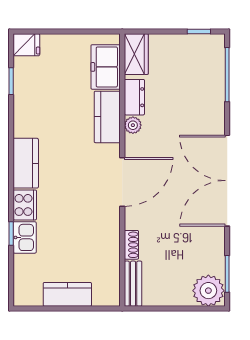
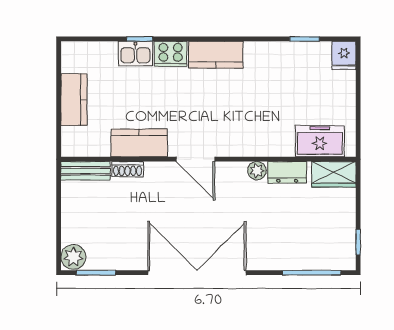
kitchen counter: (107, 117) -> (139, 143), moved
door: (122, 182) -> (195, 159), width x0.73
plant: (208, 291) -> (73, 257), width x0.73, depth x0.73

